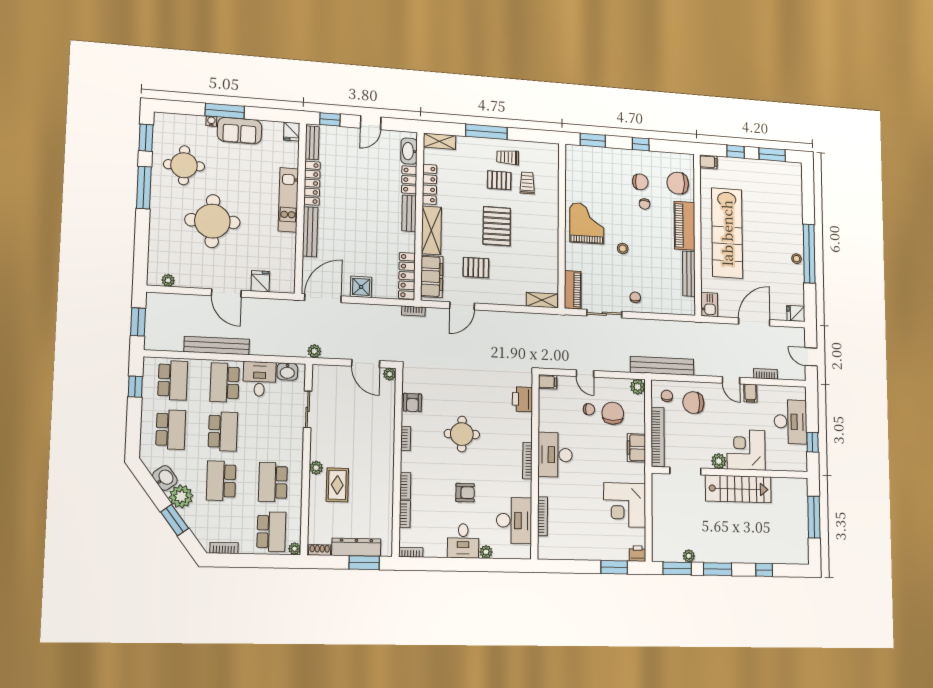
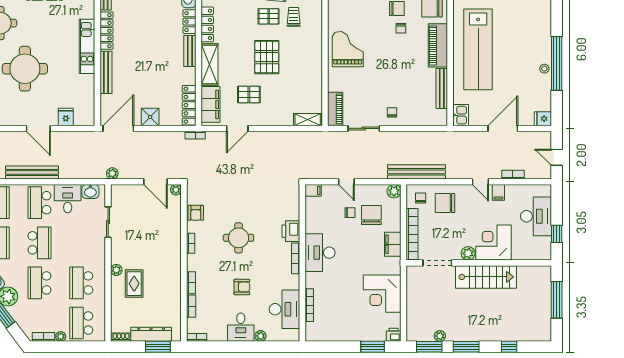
stool: (623, 249) -> (381, 70), removed
printer: (522, 399) -> (291, 231), moved
school desk: (271, 532) -> (81, 323), turned 180
plant: (294, 549) -> (61, 336), moved

